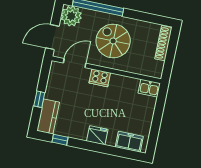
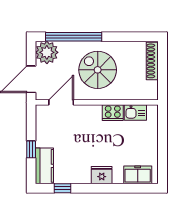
cooker: (100, 78) -> (113, 113), moved
kitchen sink: (149, 88) -> (135, 113), moved

